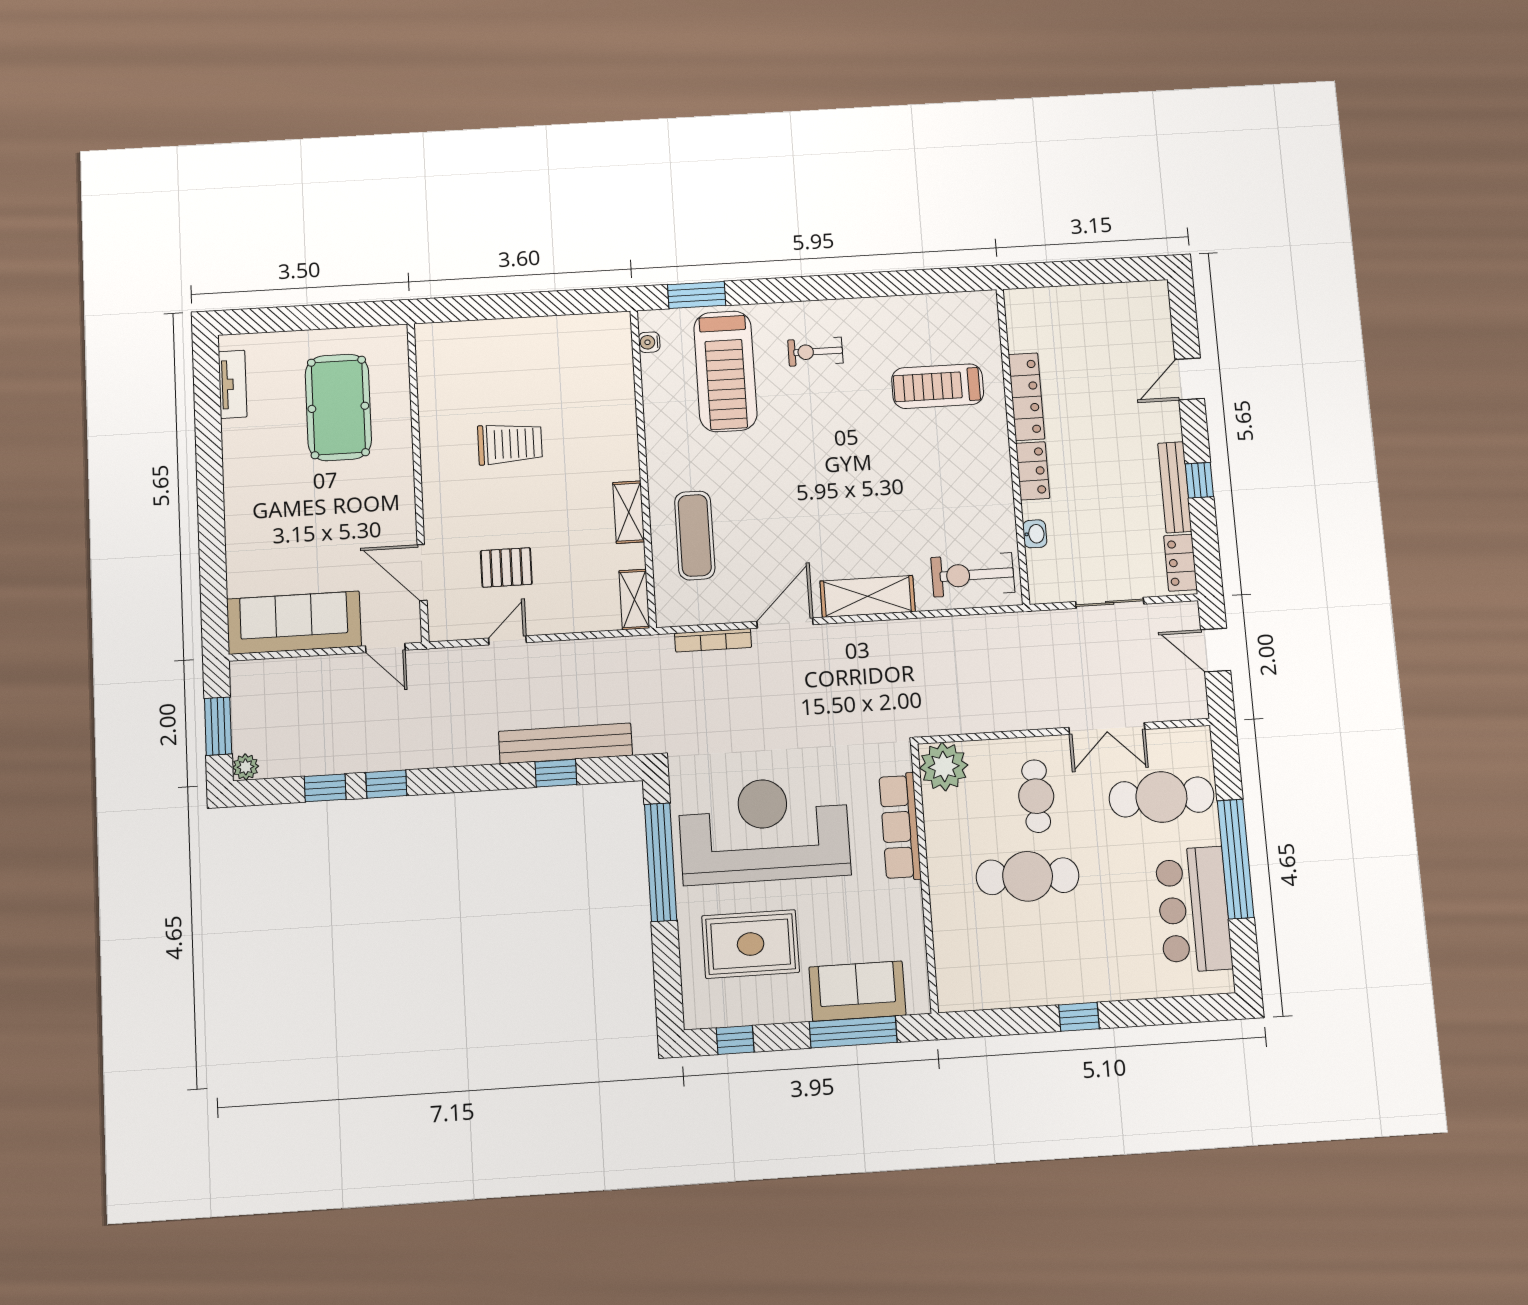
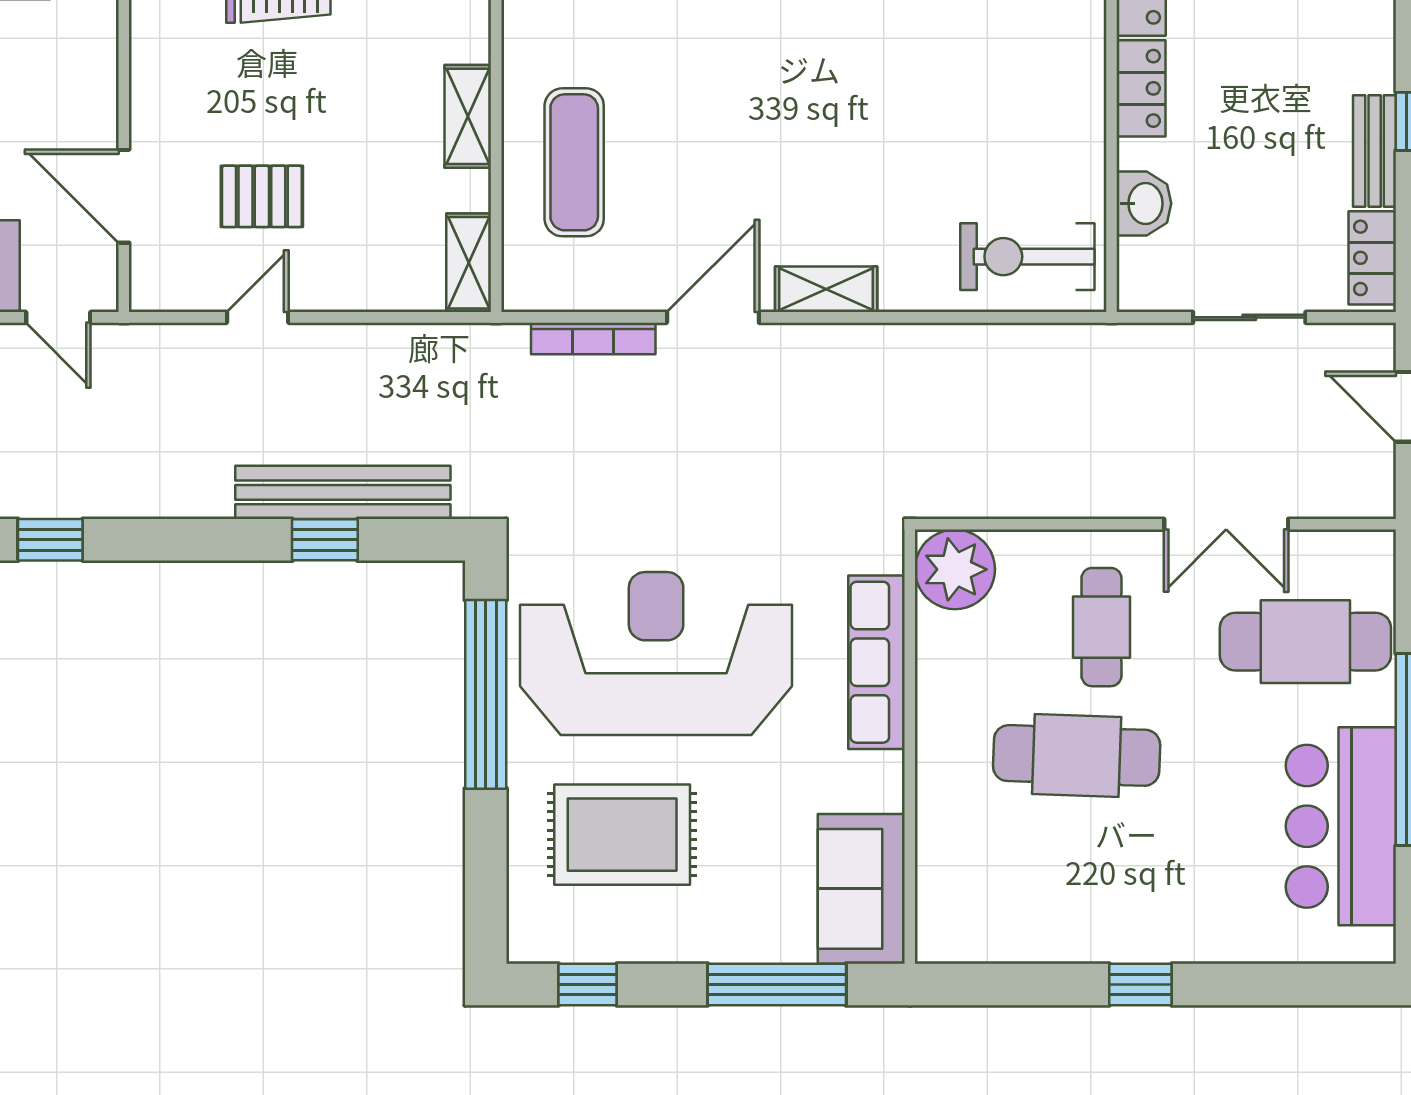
bench: (1175, 487) -> (1375, 151), width x0.73
washbasin: (1035, 534) -> (1144, 203), width x1.38, depth x1.45
shelving: (868, 596) -> (826, 289), width x0.67, depth x0.75
sofa: (857, 991) -> (861, 889), moved, turned -90

